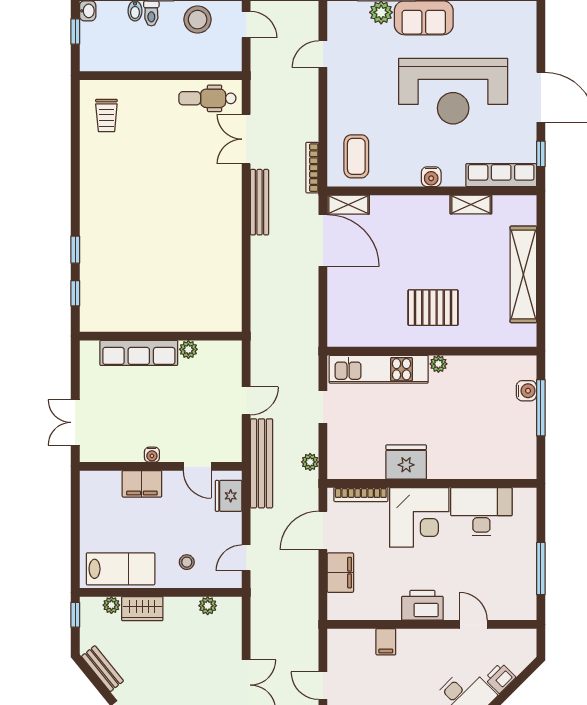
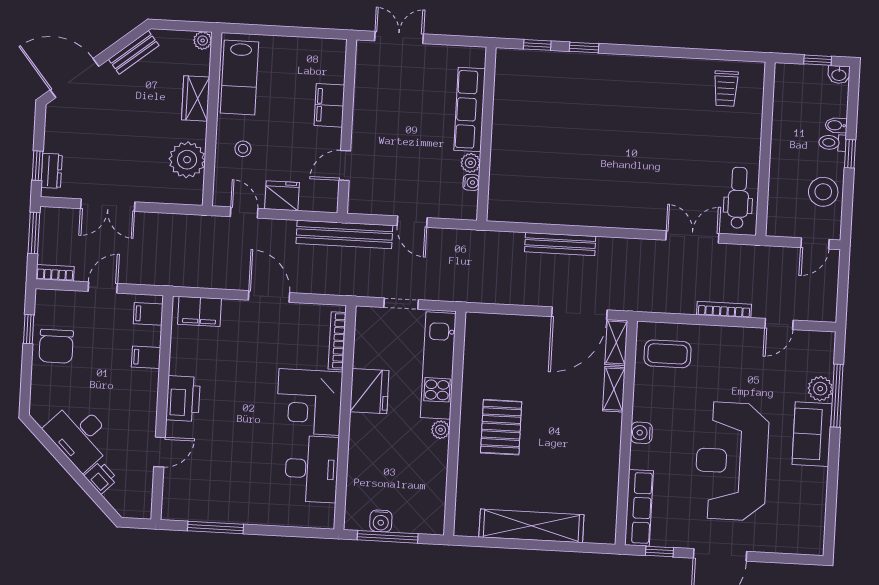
door: (323, 54) -> (779, 324), swing flipped
trolley: (106, 115) -> (726, 89), turned -90
bookcase: (312, 168) -> (724, 310), moved
bench: (260, 202) -> (560, 244), moved
shelving: (471, 205) -> (614, 389), moved
water cooler: (526, 391) -> (381, 521), moved
water cooler: (152, 455) -> (471, 182), moved, turned 180
plant: (310, 462) -> (343, 287), removed
fridge: (406, 462) -> (369, 391), moved
wall: (432, 483) -> (345, 418), moved
bookcase: (361, 495) -> (337, 341), moved
fridge: (229, 496) -> (282, 196), moved
desk: (481, 512) -> (312, 469), moved
corner desk: (419, 517) -> (309, 402), moved
filing cabinet: (340, 573) -> (200, 311), moved
plant: (111, 605) -> (203, 40), moved
plant: (208, 606) -> (187, 160), width x1.88, depth x1.88
window: (75, 615) -> (193, 26), removed
filing cabinet: (345, 642) -> (148, 314), added

